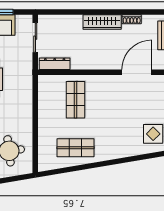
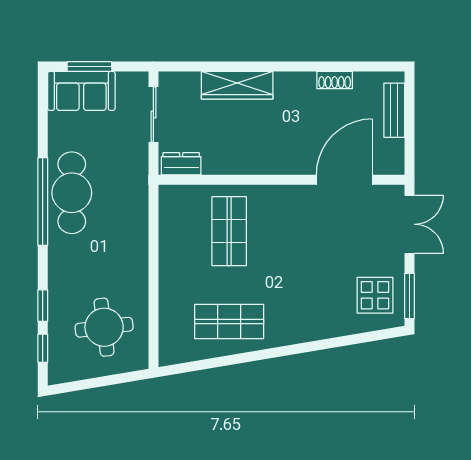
wardrobe: (102, 22) -> (237, 85), moved
dresser: (55, 64) -> (181, 164), width x0.70

